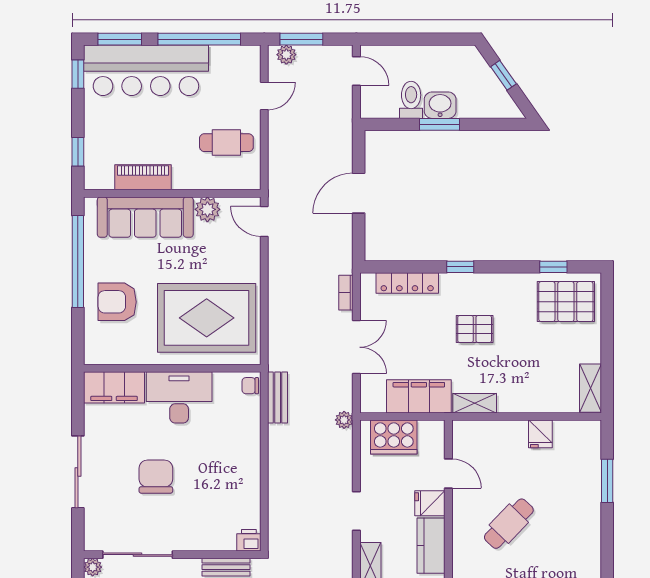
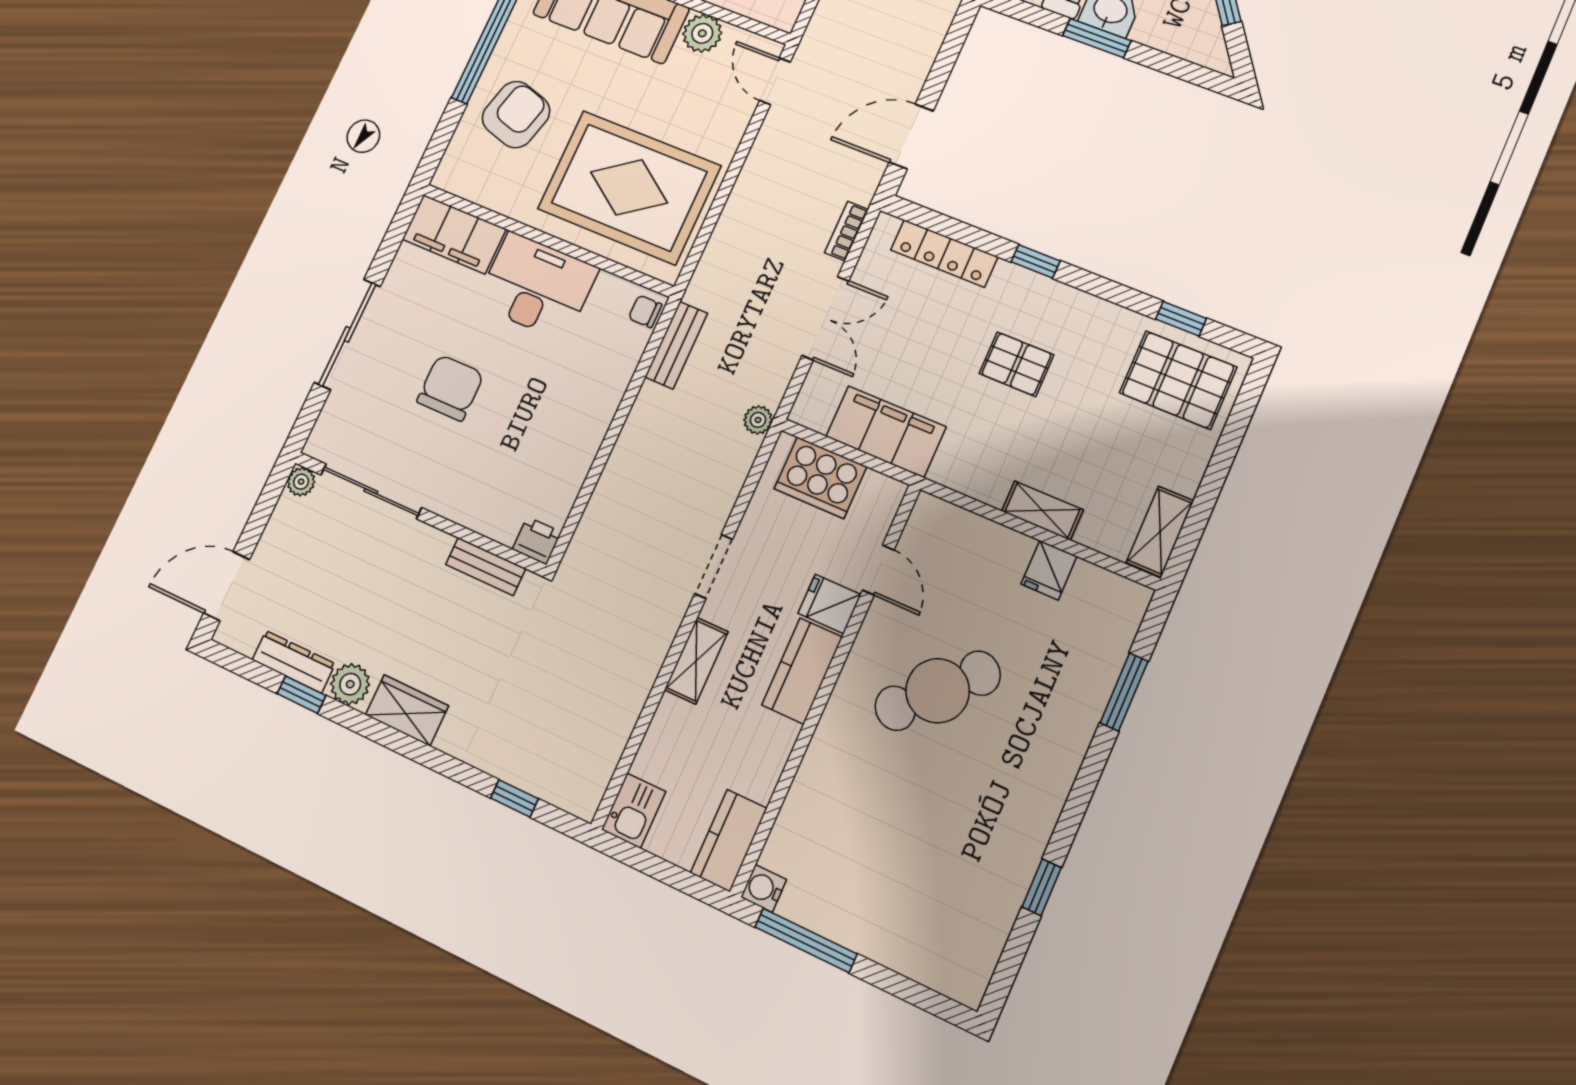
door: (359, 193) -> (911, 137), moved
armchair: (117, 302) -> (516, 115), turned 106
shelving: (475, 403) -> (1042, 510), moved
cafe table: (509, 524) -> (938, 691), width x1.37, depth x1.35

